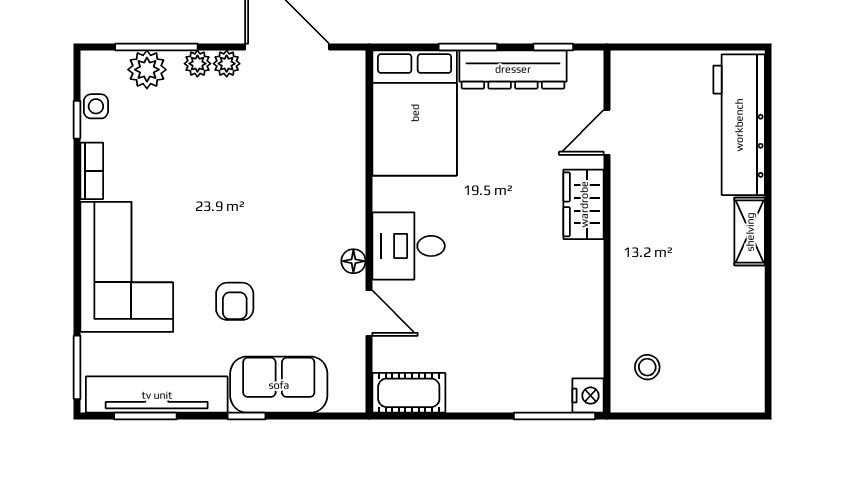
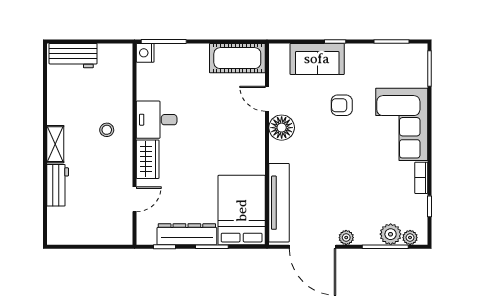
plant: (197, 64) -> (410, 238), moved
side table: (96, 106) -> (419, 214), removed
workbench: (739, 125) -> (58, 185), width x0.53, depth x0.76
desk: (409, 246) -> (157, 120), moved, turned 180
floor lamp: (353, 261) -> (282, 128), width x1.89, depth x1.89
armchair: (235, 301) -> (342, 105), turned -90
stool: (647, 367) -> (107, 130), moved
workbench: (718, 390) -> (73, 56), added
cot: (409, 393) -> (237, 58), width x1.37, depth x1.34
tv unit: (157, 395) -> (279, 203), moved, turned -90

